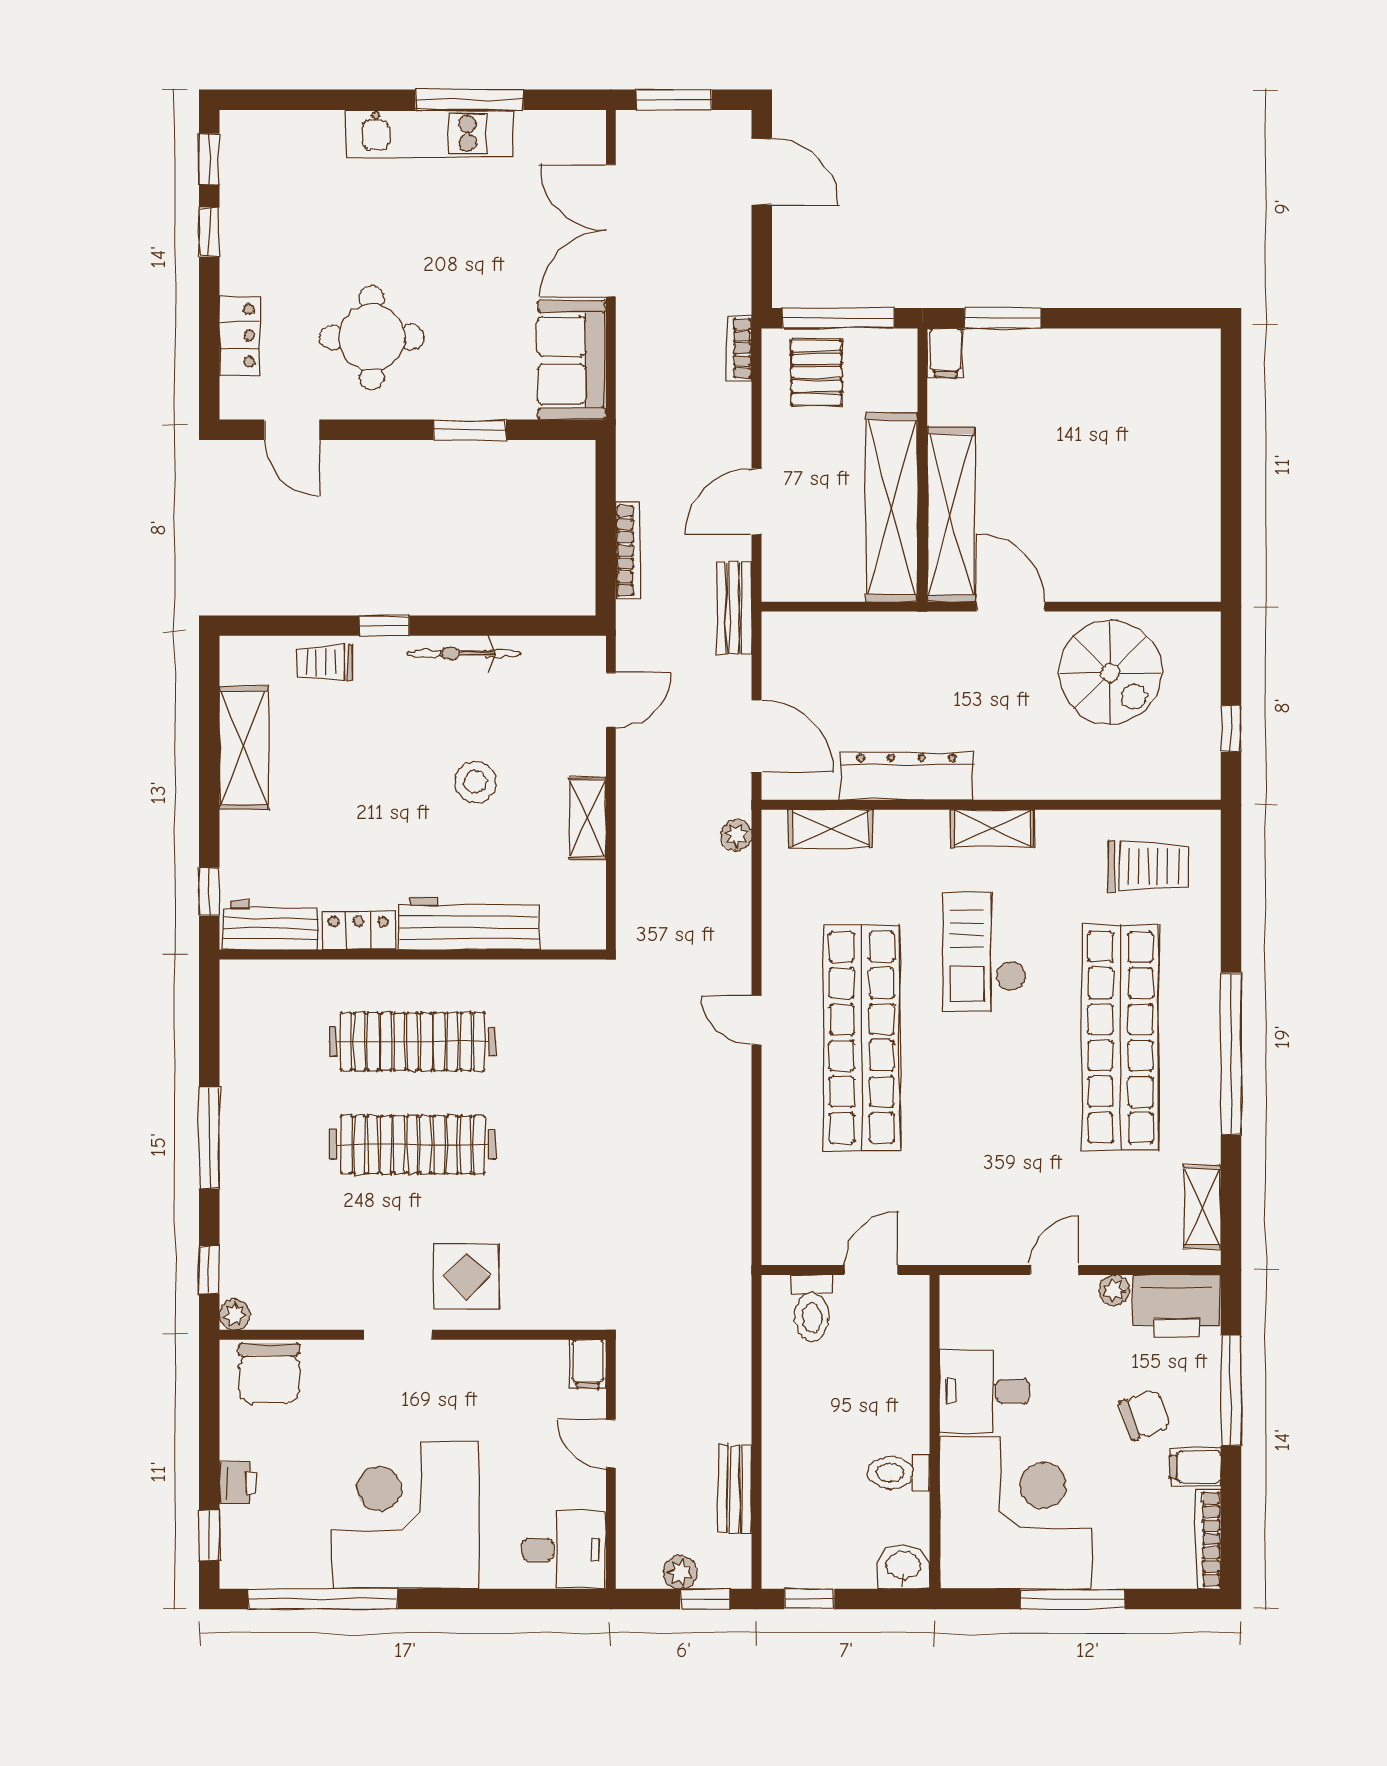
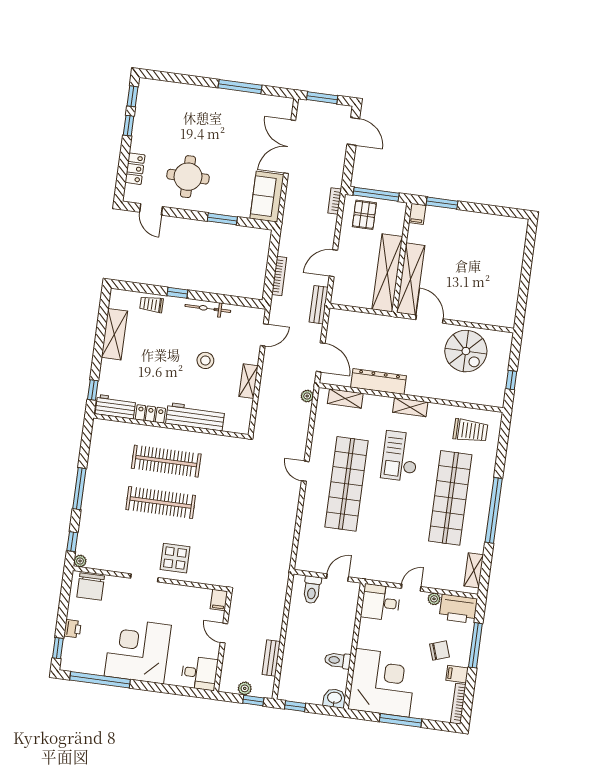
kitchen unit: (429, 133) -> (222, 98), removed
desk: (985, 1391) -> (381, 603), moved

